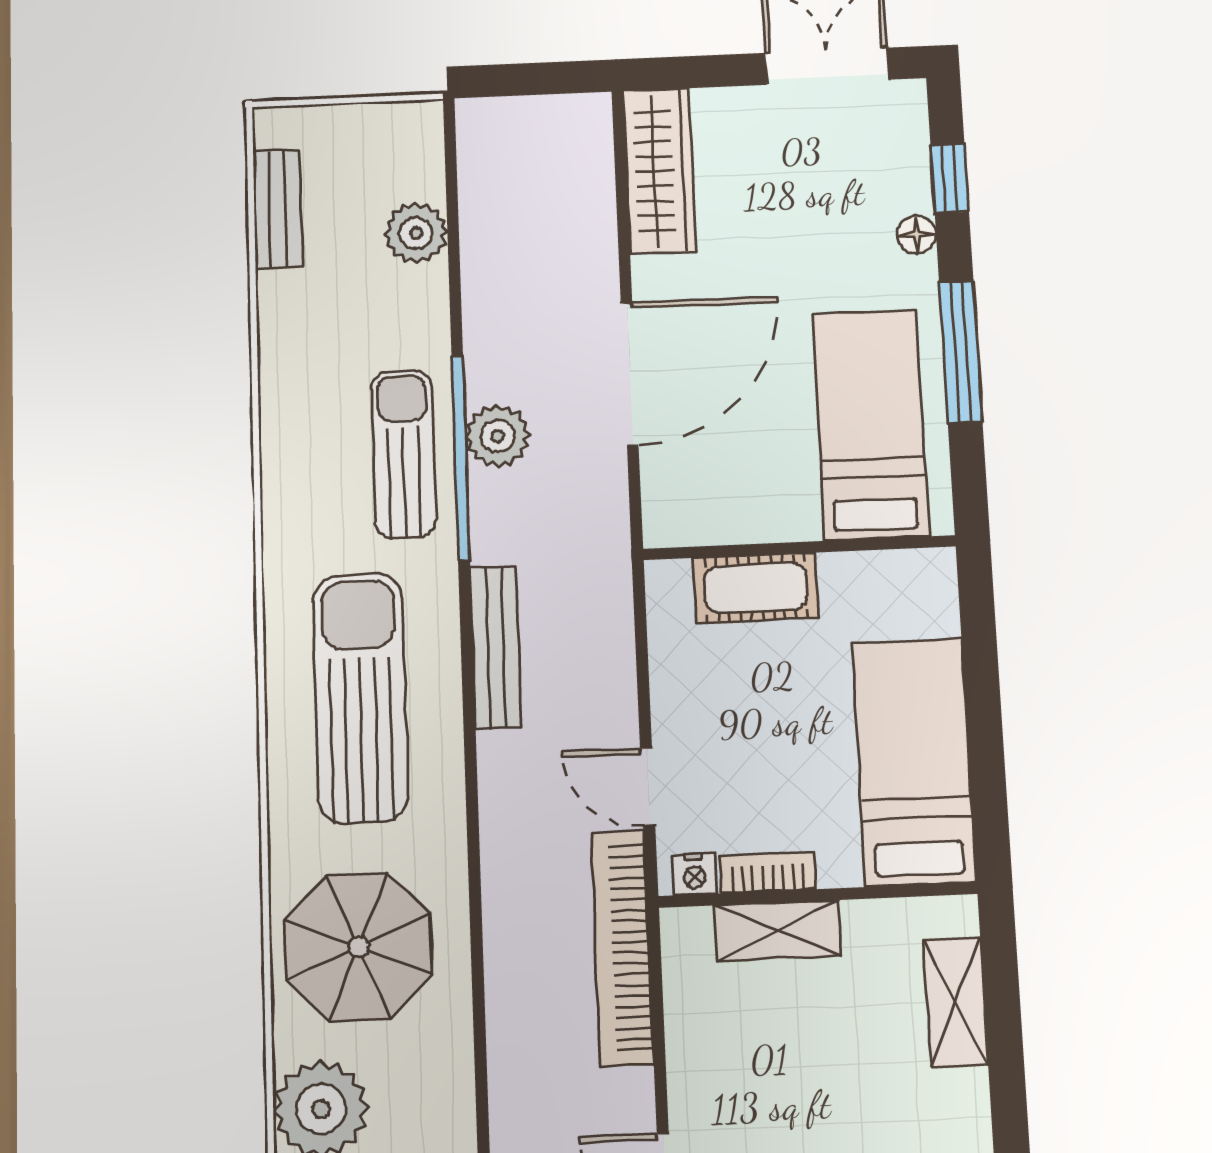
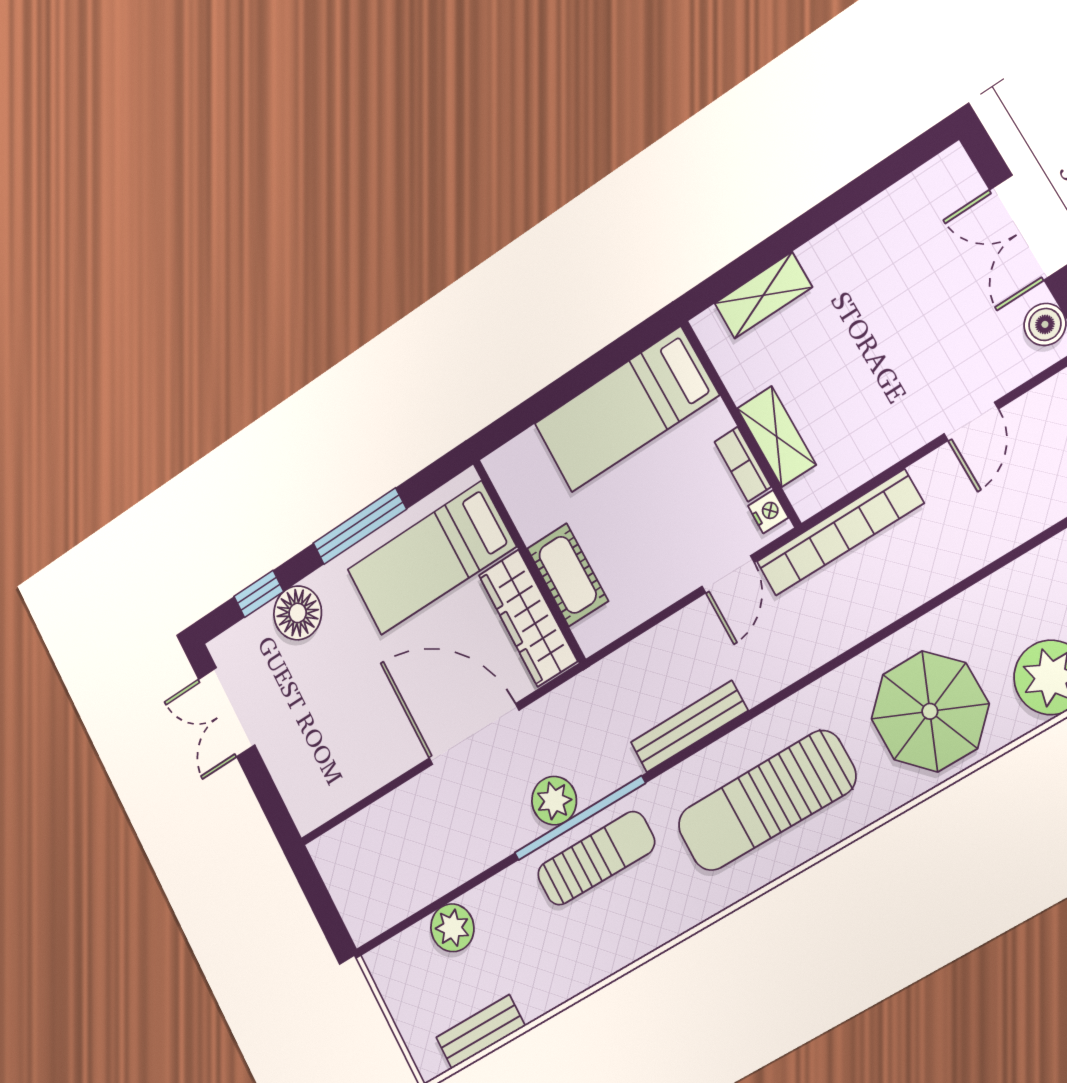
wardrobe: (659, 171) -> (528, 618), moved, turned -90
floor lamp: (917, 234) -> (298, 613), width x1.89, depth x1.89
sun lounger: (403, 454) -> (596, 858), turned 180

